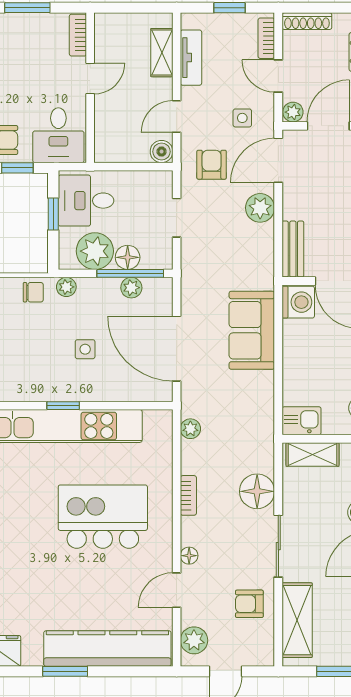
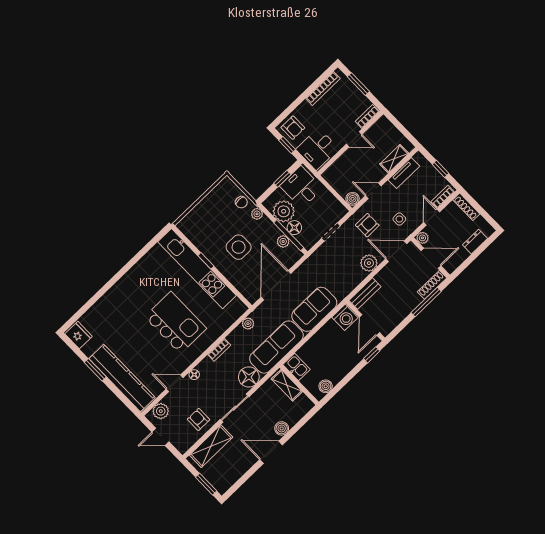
side table: (85, 349) -> (239, 247), width x1.87, depth x1.87
sofa: (253, 422) -> (276, 347), added

